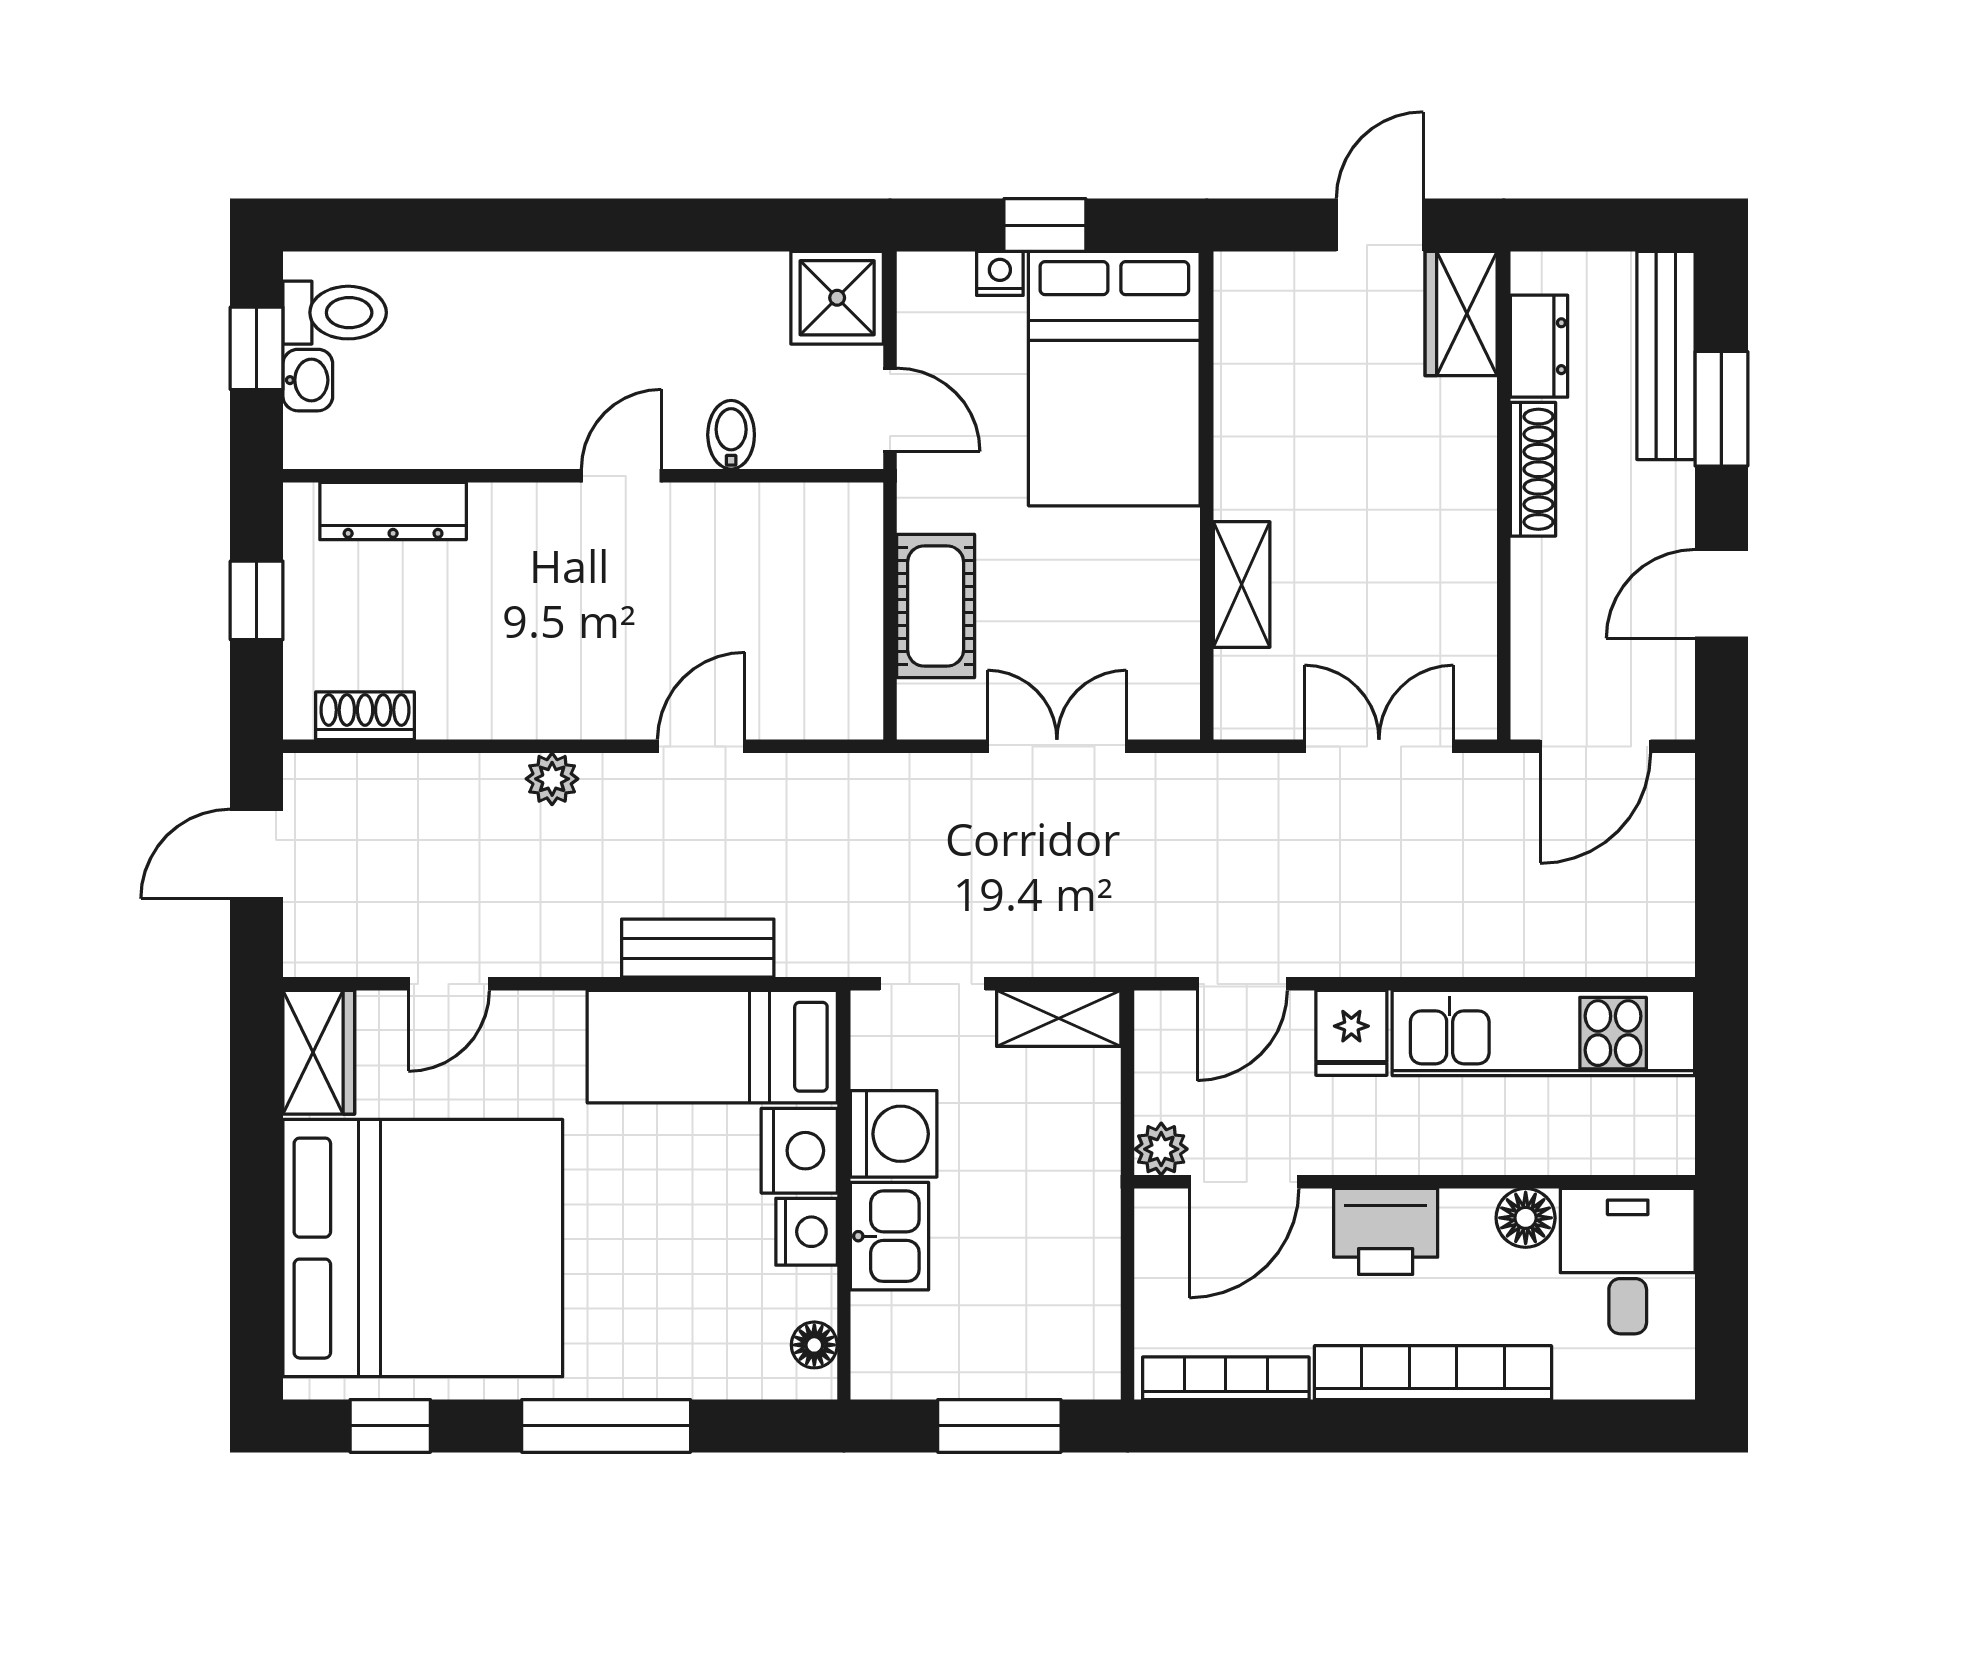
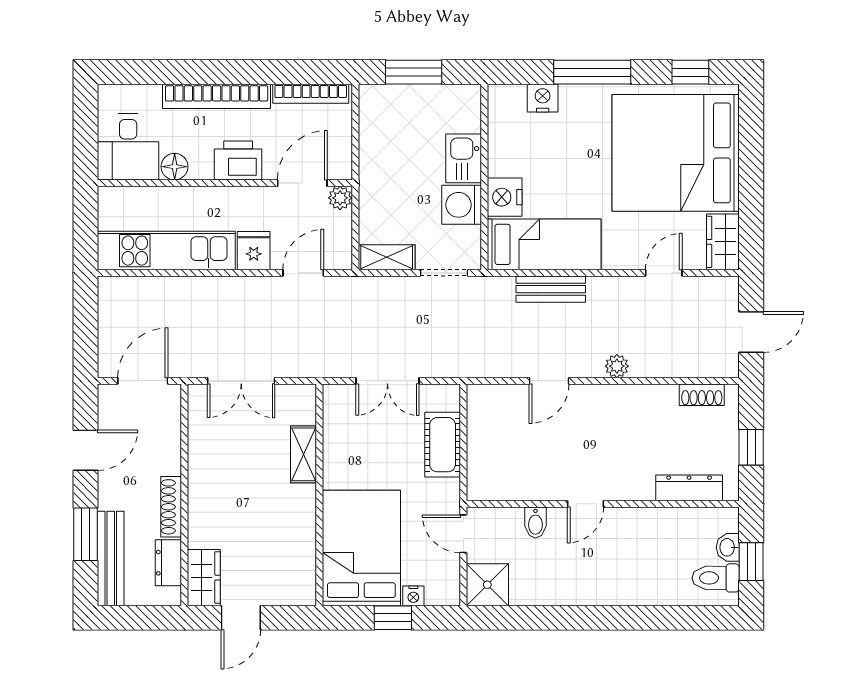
nightstand: (807, 1232) -> (543, 98), moved, turned 90
floor lamp: (814, 1345) -> (498, 109), removed

